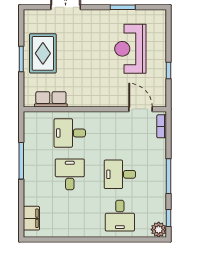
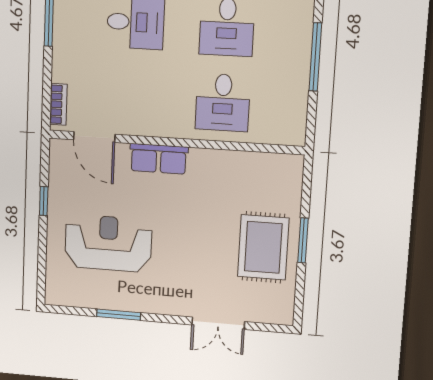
reception desk: (130, 49) -> (108, 243), turned -90
row of seats: (51, 99) -> (159, 159), moved
desk: (70, 133) -> (223, 103), turned 90

